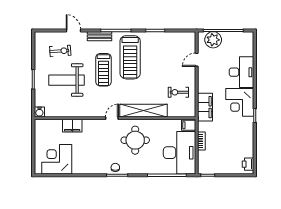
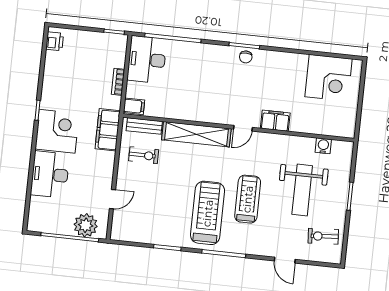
bench: (99, 36) -> (144, 126), moved
exercise bike: (60, 51) -> (323, 236), moved
weight bench: (67, 80) -> (302, 190), turned 90
water cooler: (39, 112) -> (323, 146), moved
filing cabinet: (72, 126) -> (275, 121), moved
round table: (135, 140) -> (213, 93), removed
desk: (179, 153) -> (147, 60), width x0.73, depth x0.77

